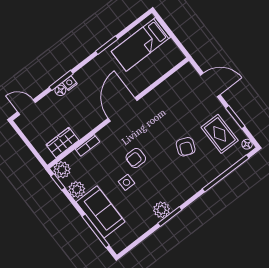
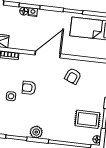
rug: (220, 134) -> (87, 119), turned 90
armchair: (186, 147) -> (73, 76), moved
plant: (162, 210) -> (36, 132), moved

